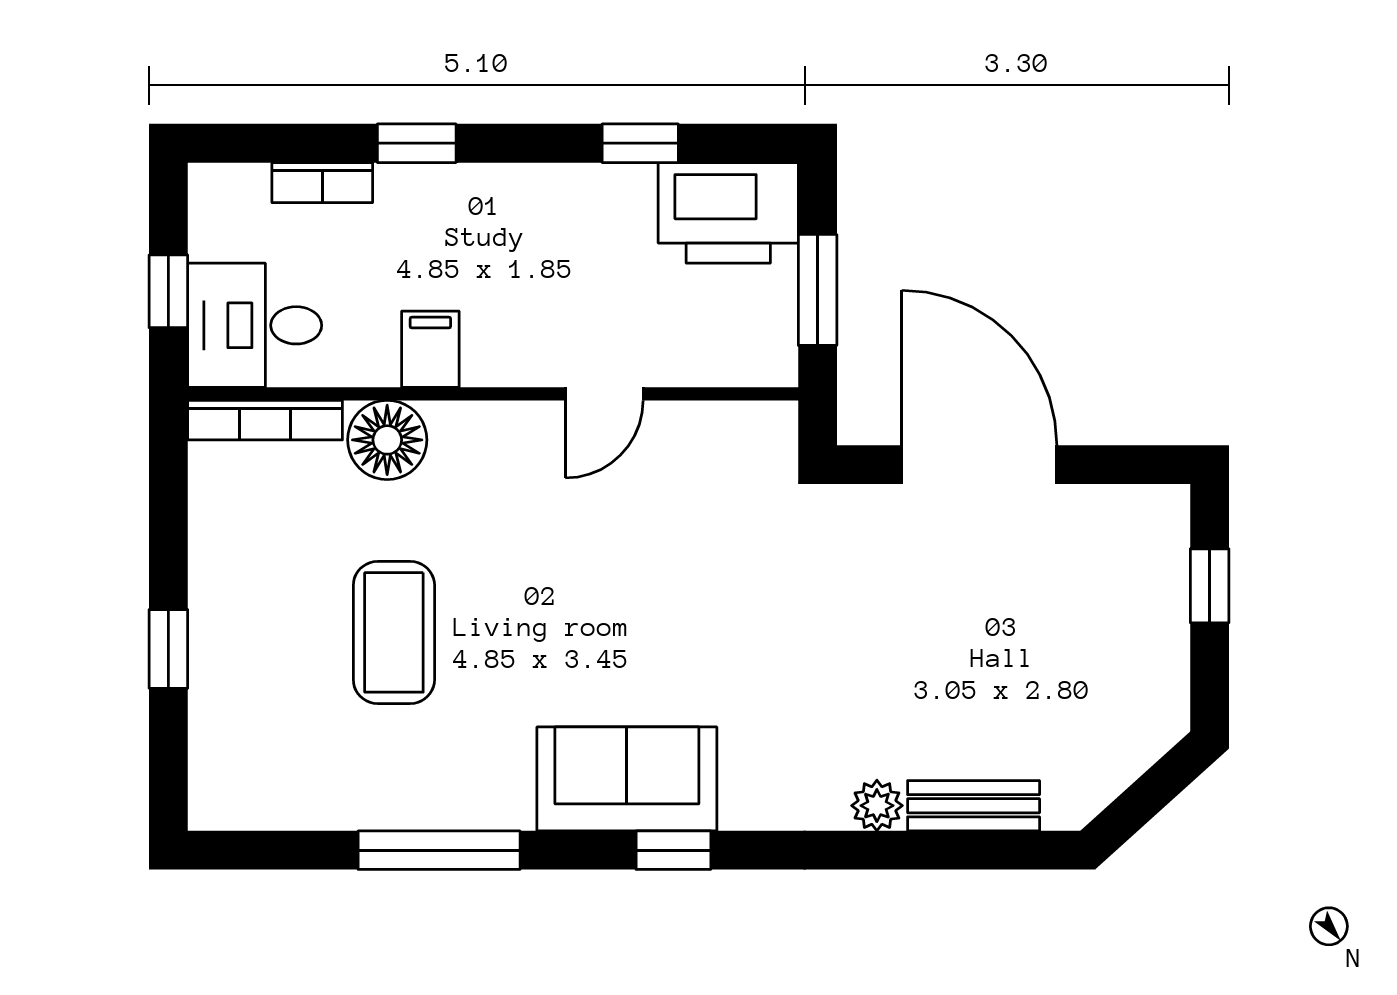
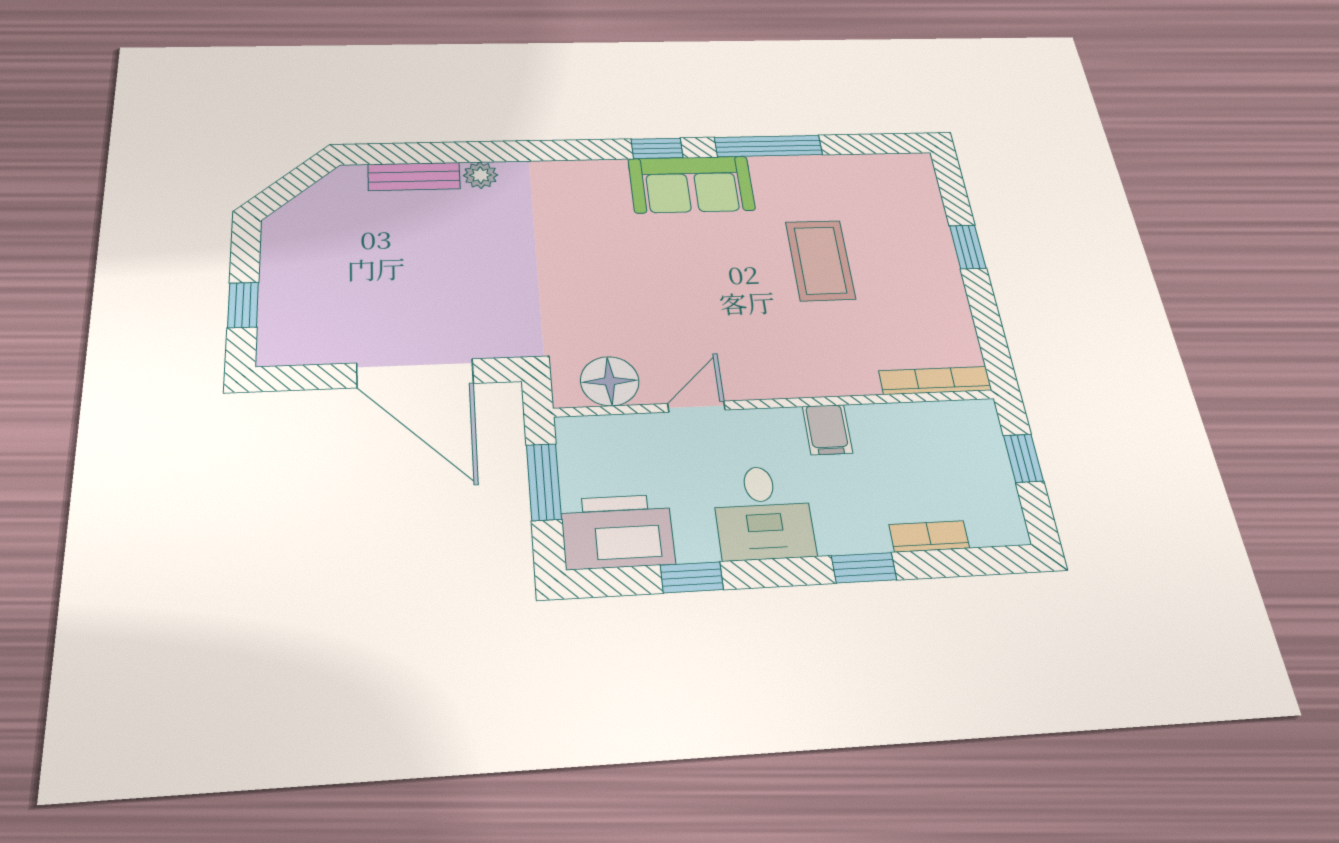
desk: (255, 325) -> (763, 512), moved, turned 90
floor lamp: (387, 440) -> (610, 381), moved
sofa: (627, 779) -> (691, 184), moved
window: (673, 850) -> (657, 148), moved

